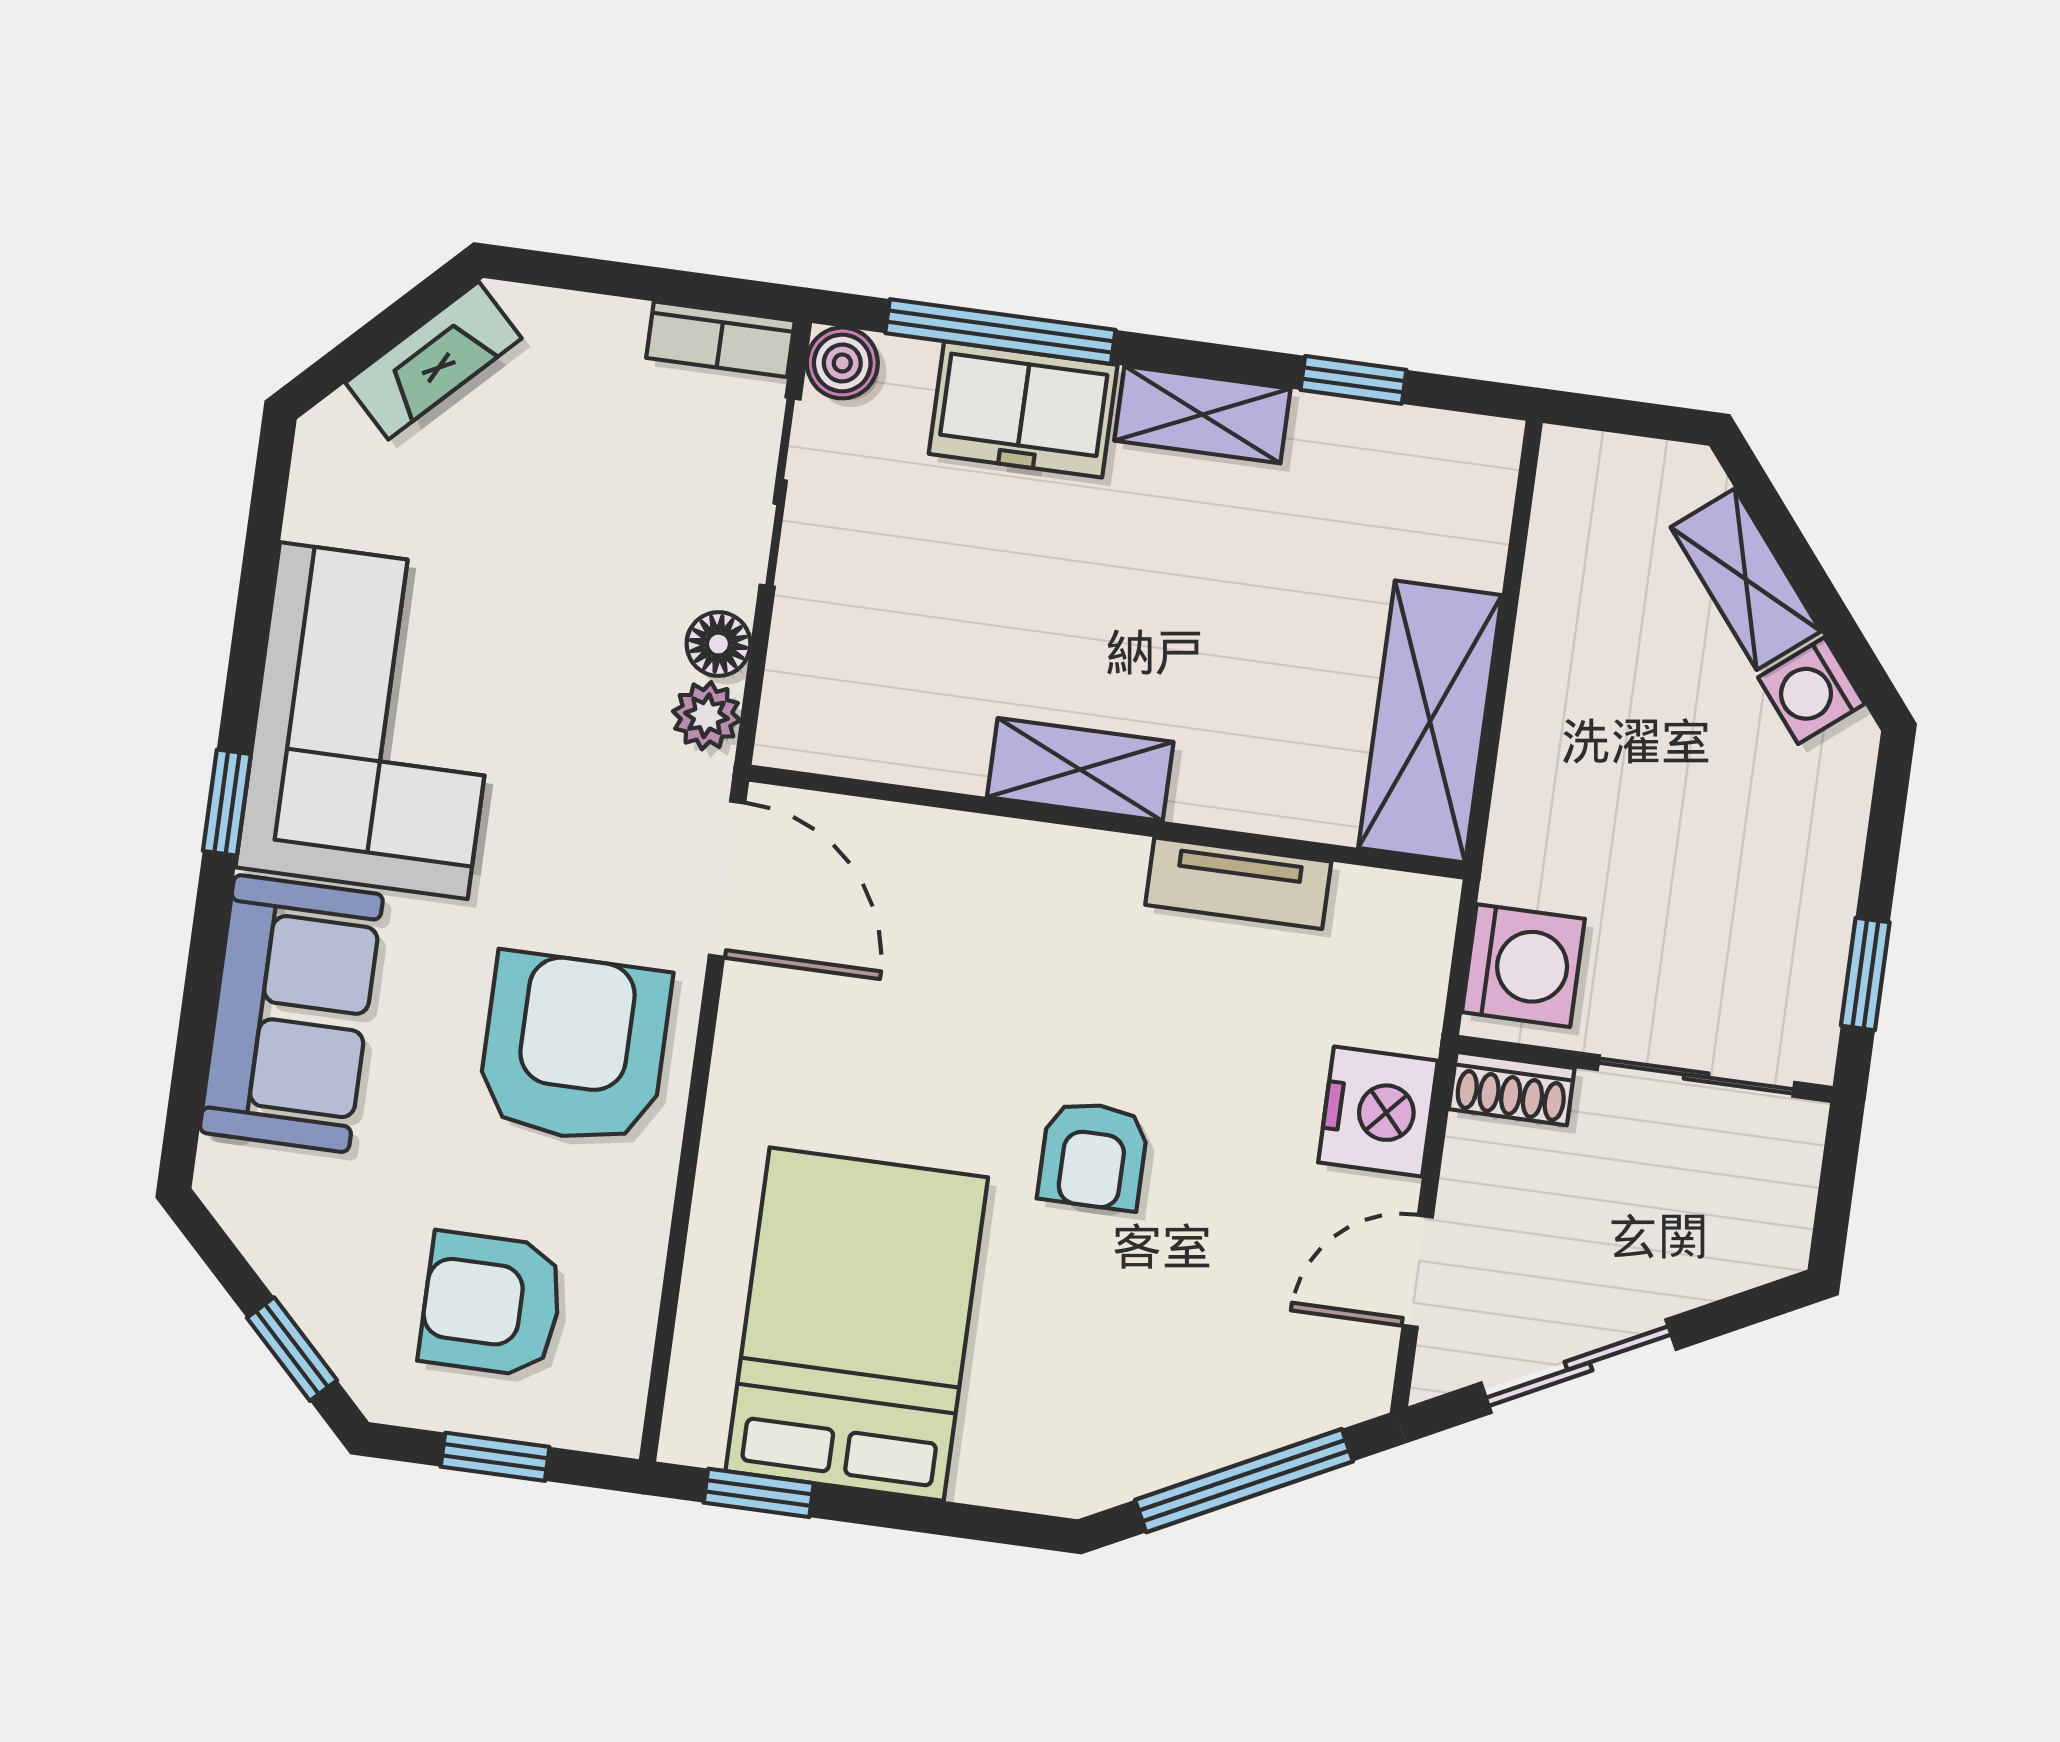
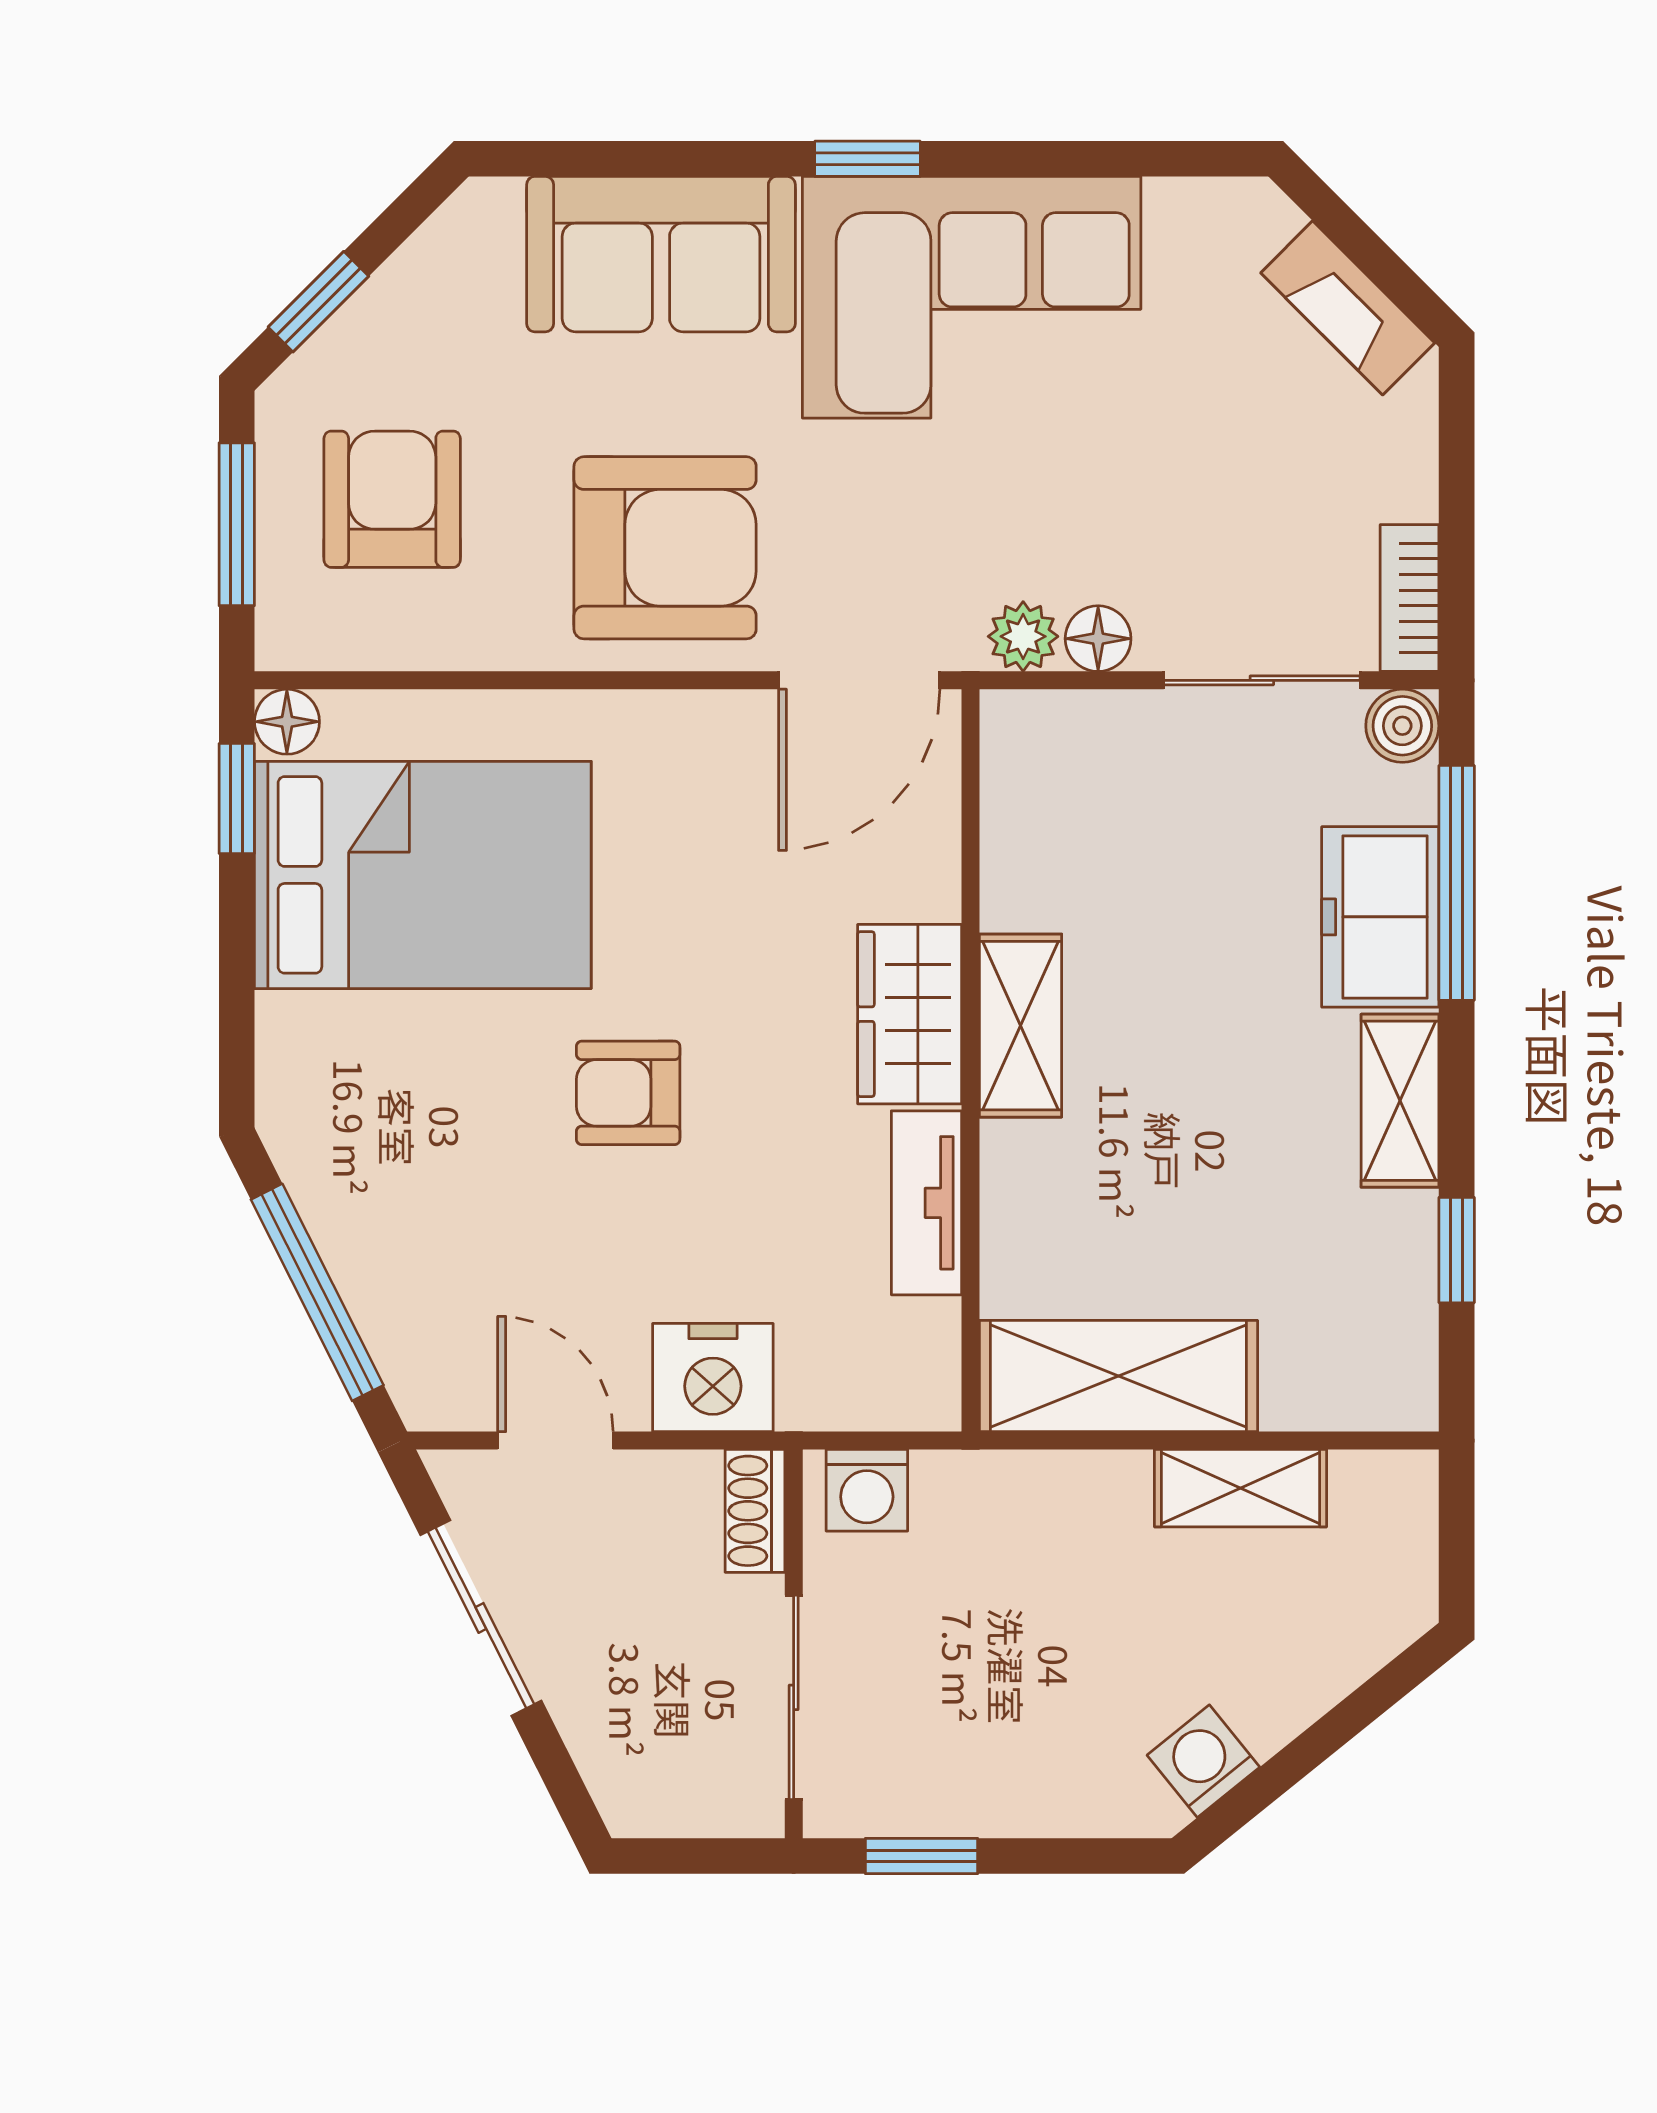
shelving: (1746, 579) -> (1240, 1488), moved, turned 39
wardrobe: (1055, 875) -> (910, 1014), added
washing machine: (1523, 966) -> (867, 1490), width x0.73, depth x0.73
floor lamp: (692, 1435) -> (287, 722), added
window: (495, 1457) -> (237, 524), width x1.50

